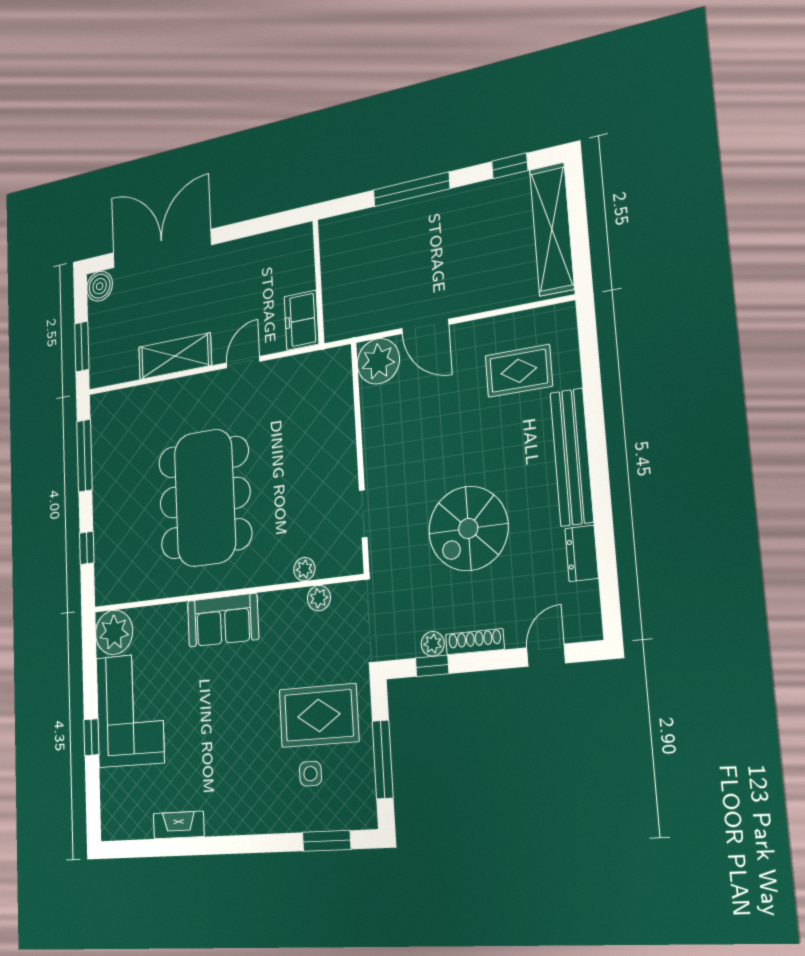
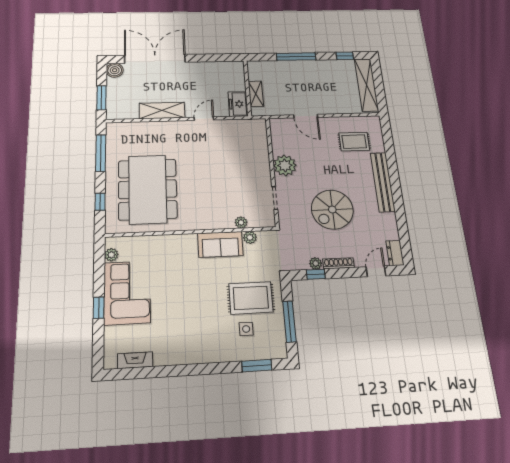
shelving: (333, 292) -> (256, 94), added
plant: (378, 361) -> (285, 165), moved
dining table: (205, 498) -> (148, 189), moved
dresser: (582, 553) -> (395, 253), moved
sofa: (223, 620) -> (220, 244), moved
plant: (114, 632) -> (111, 255), width x0.53, depth x0.53
fireplace: (179, 825) -> (135, 360), moved

